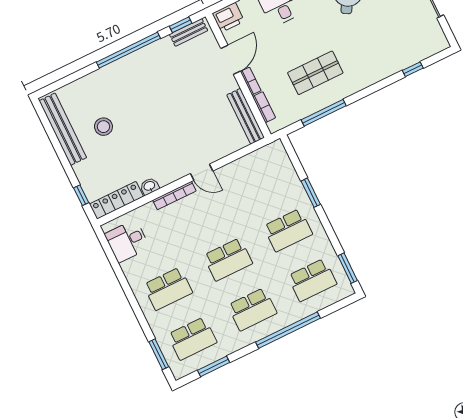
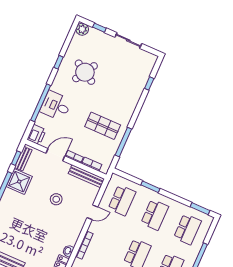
shower: (161, 55) -> (19, 182), added
door: (231, 60) -> (55, 155), hinge flipped
shop shelf: (315, 73) -> (103, 126), turned 90
stool: (103, 127) -> (56, 199), moved
door: (202, 172) -> (92, 212), moved
school desk: (264, 180) -> (122, 200), added

